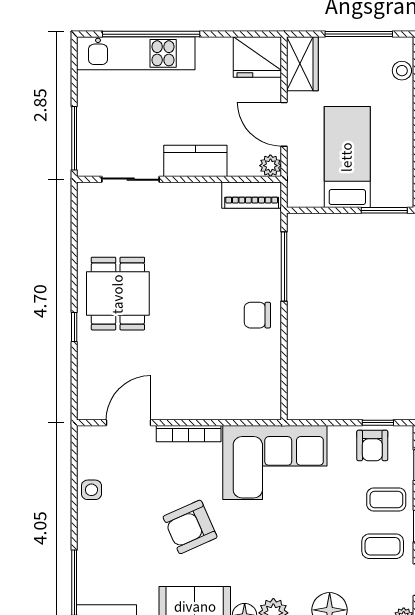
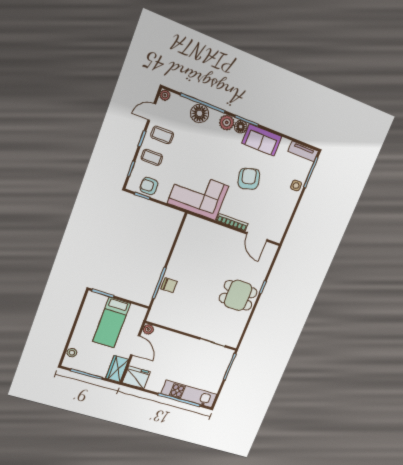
kitchen counter: (195, 161) -> (181, 342), removed
piano: (252, 195) -> (162, 319), removed
dining table: (118, 294) -> (238, 295), turned 90
chair: (257, 315) -> (169, 285), moved
door: (129, 423) -> (257, 237), hinge flipped
armchair: (372, 445) -> (149, 186), turned -90
side table: (91, 490) -> (296, 186), moved
armchair: (190, 527) -> (249, 179), turned -80

